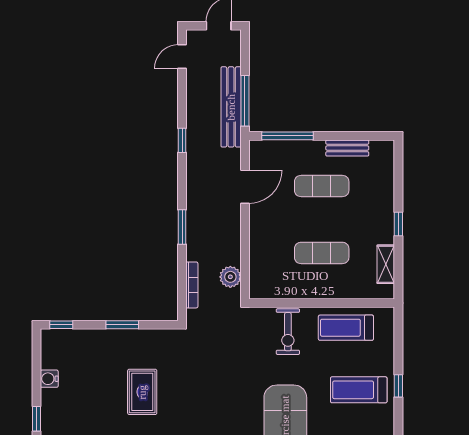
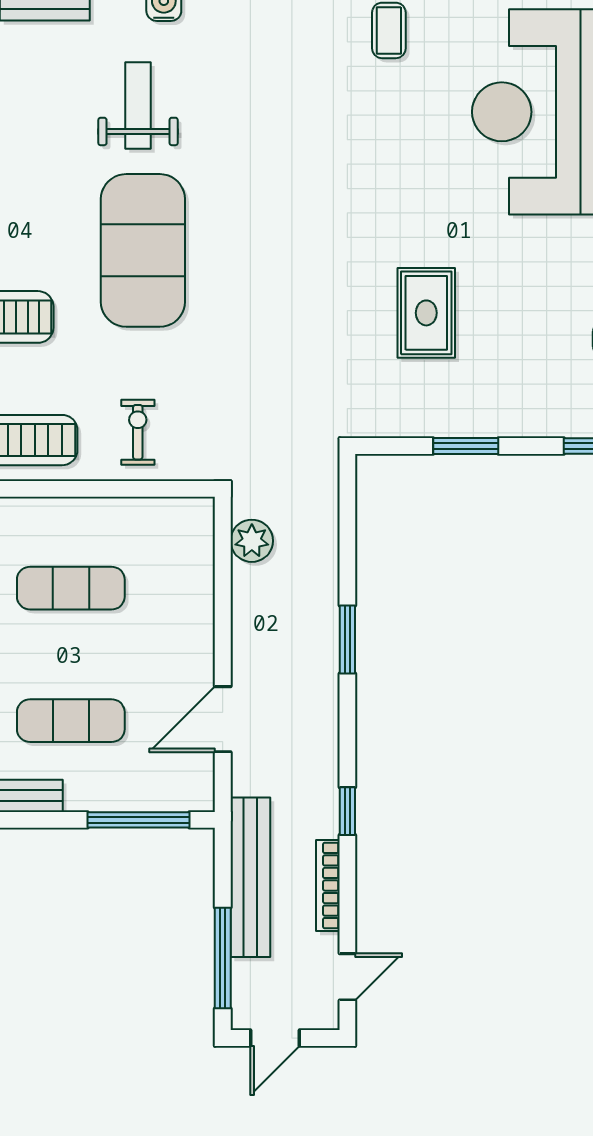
window: (245, 101) -> (223, 958), moved
bookcase: (192, 285) -> (328, 886), moved
exercise bike: (288, 332) -> (138, 432), width x0.73, depth x0.72

